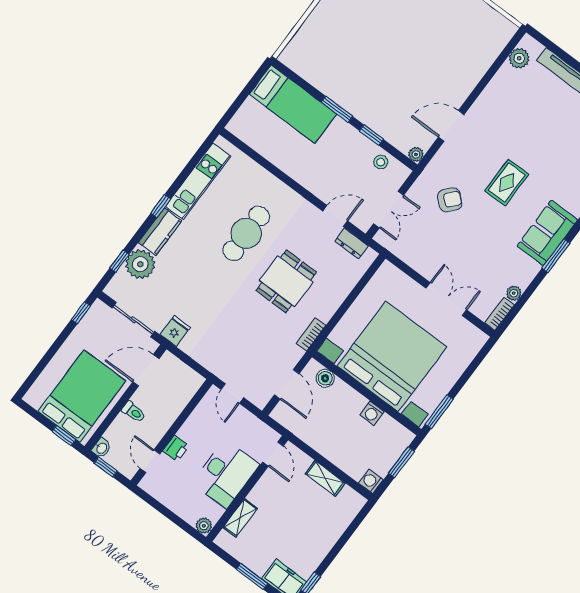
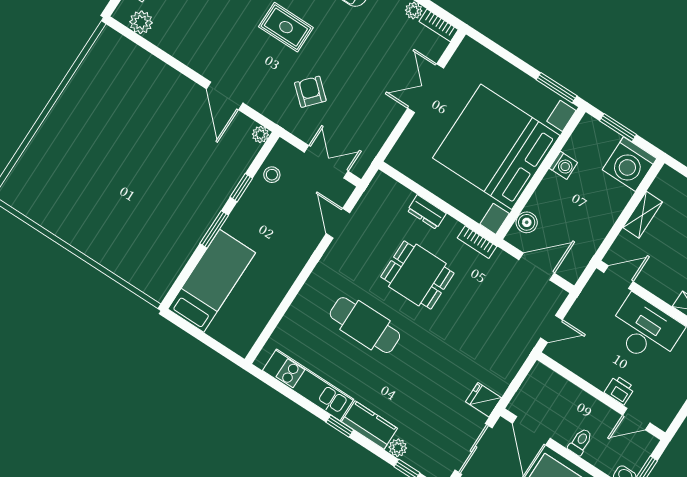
dresser: (352, 244) -> (427, 212), moved, turned 90
plant: (140, 264) -> (398, 448), width x0.53, depth x0.53
washing machine: (371, 481) -> (630, 164), width x1.89, depth x1.89

